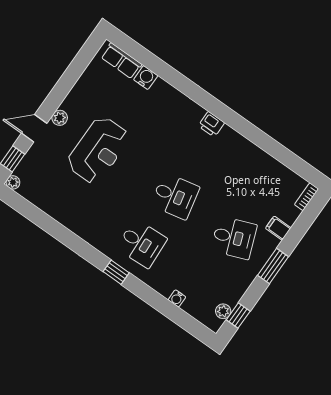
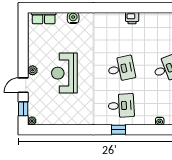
water cooler: (146, 78) -> (73, 18), moved
printer: (211, 124) -> (132, 18), moved
reception desk: (98, 150) -> (64, 73), turned 180

